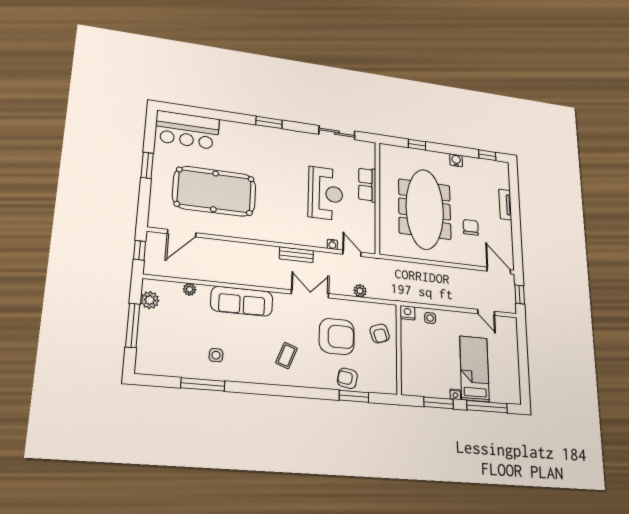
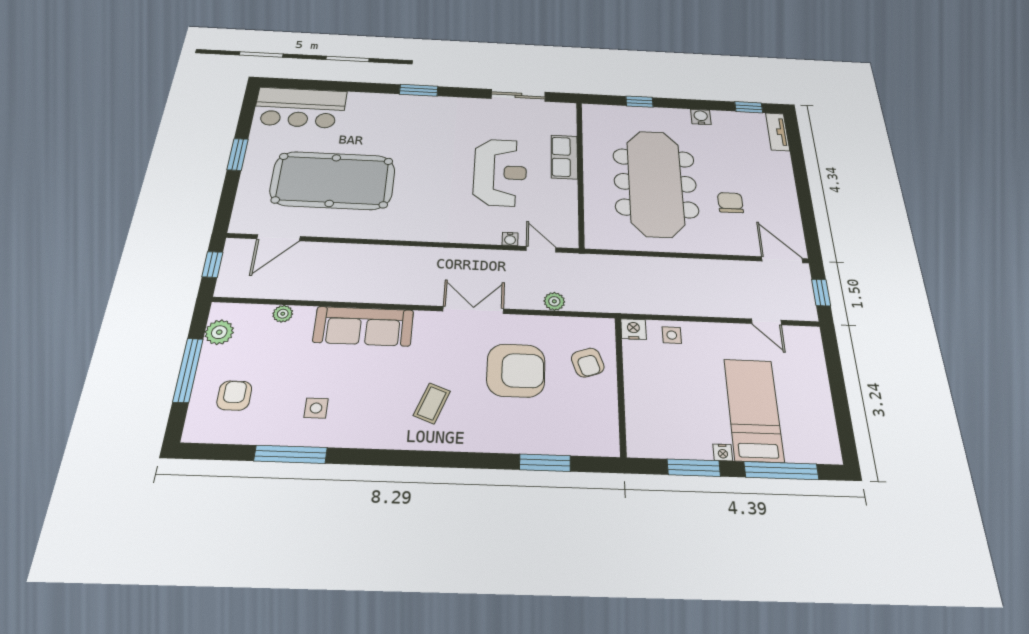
tv unit: (505, 205) -> (778, 132), moved
bench: (296, 255) -> (453, 256), removed
armchair: (347, 378) -> (234, 395), moved, turned 80

